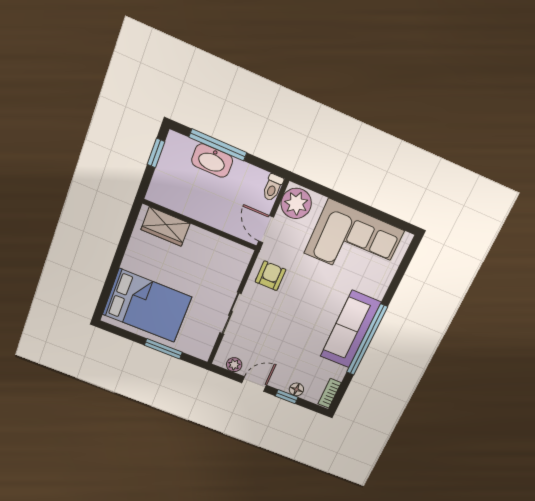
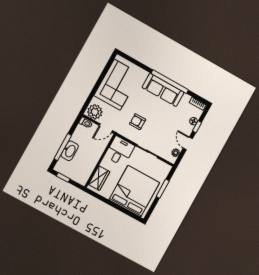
desk: (224, 261) -> (120, 151), added
armchair: (270, 276) -> (138, 122), moved
bed: (147, 306) -> (134, 191), width x1.36

